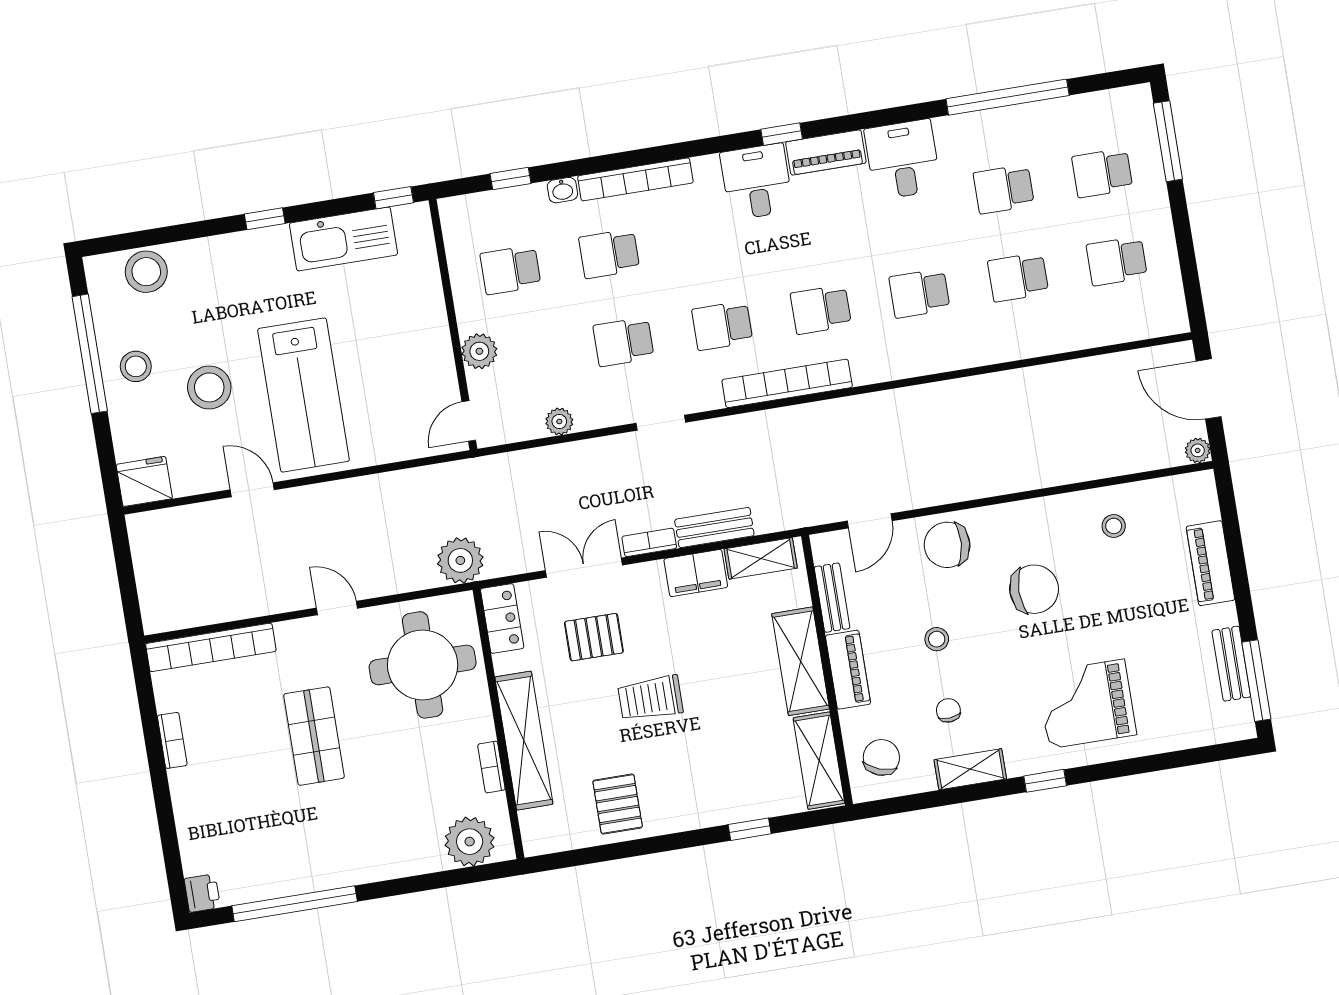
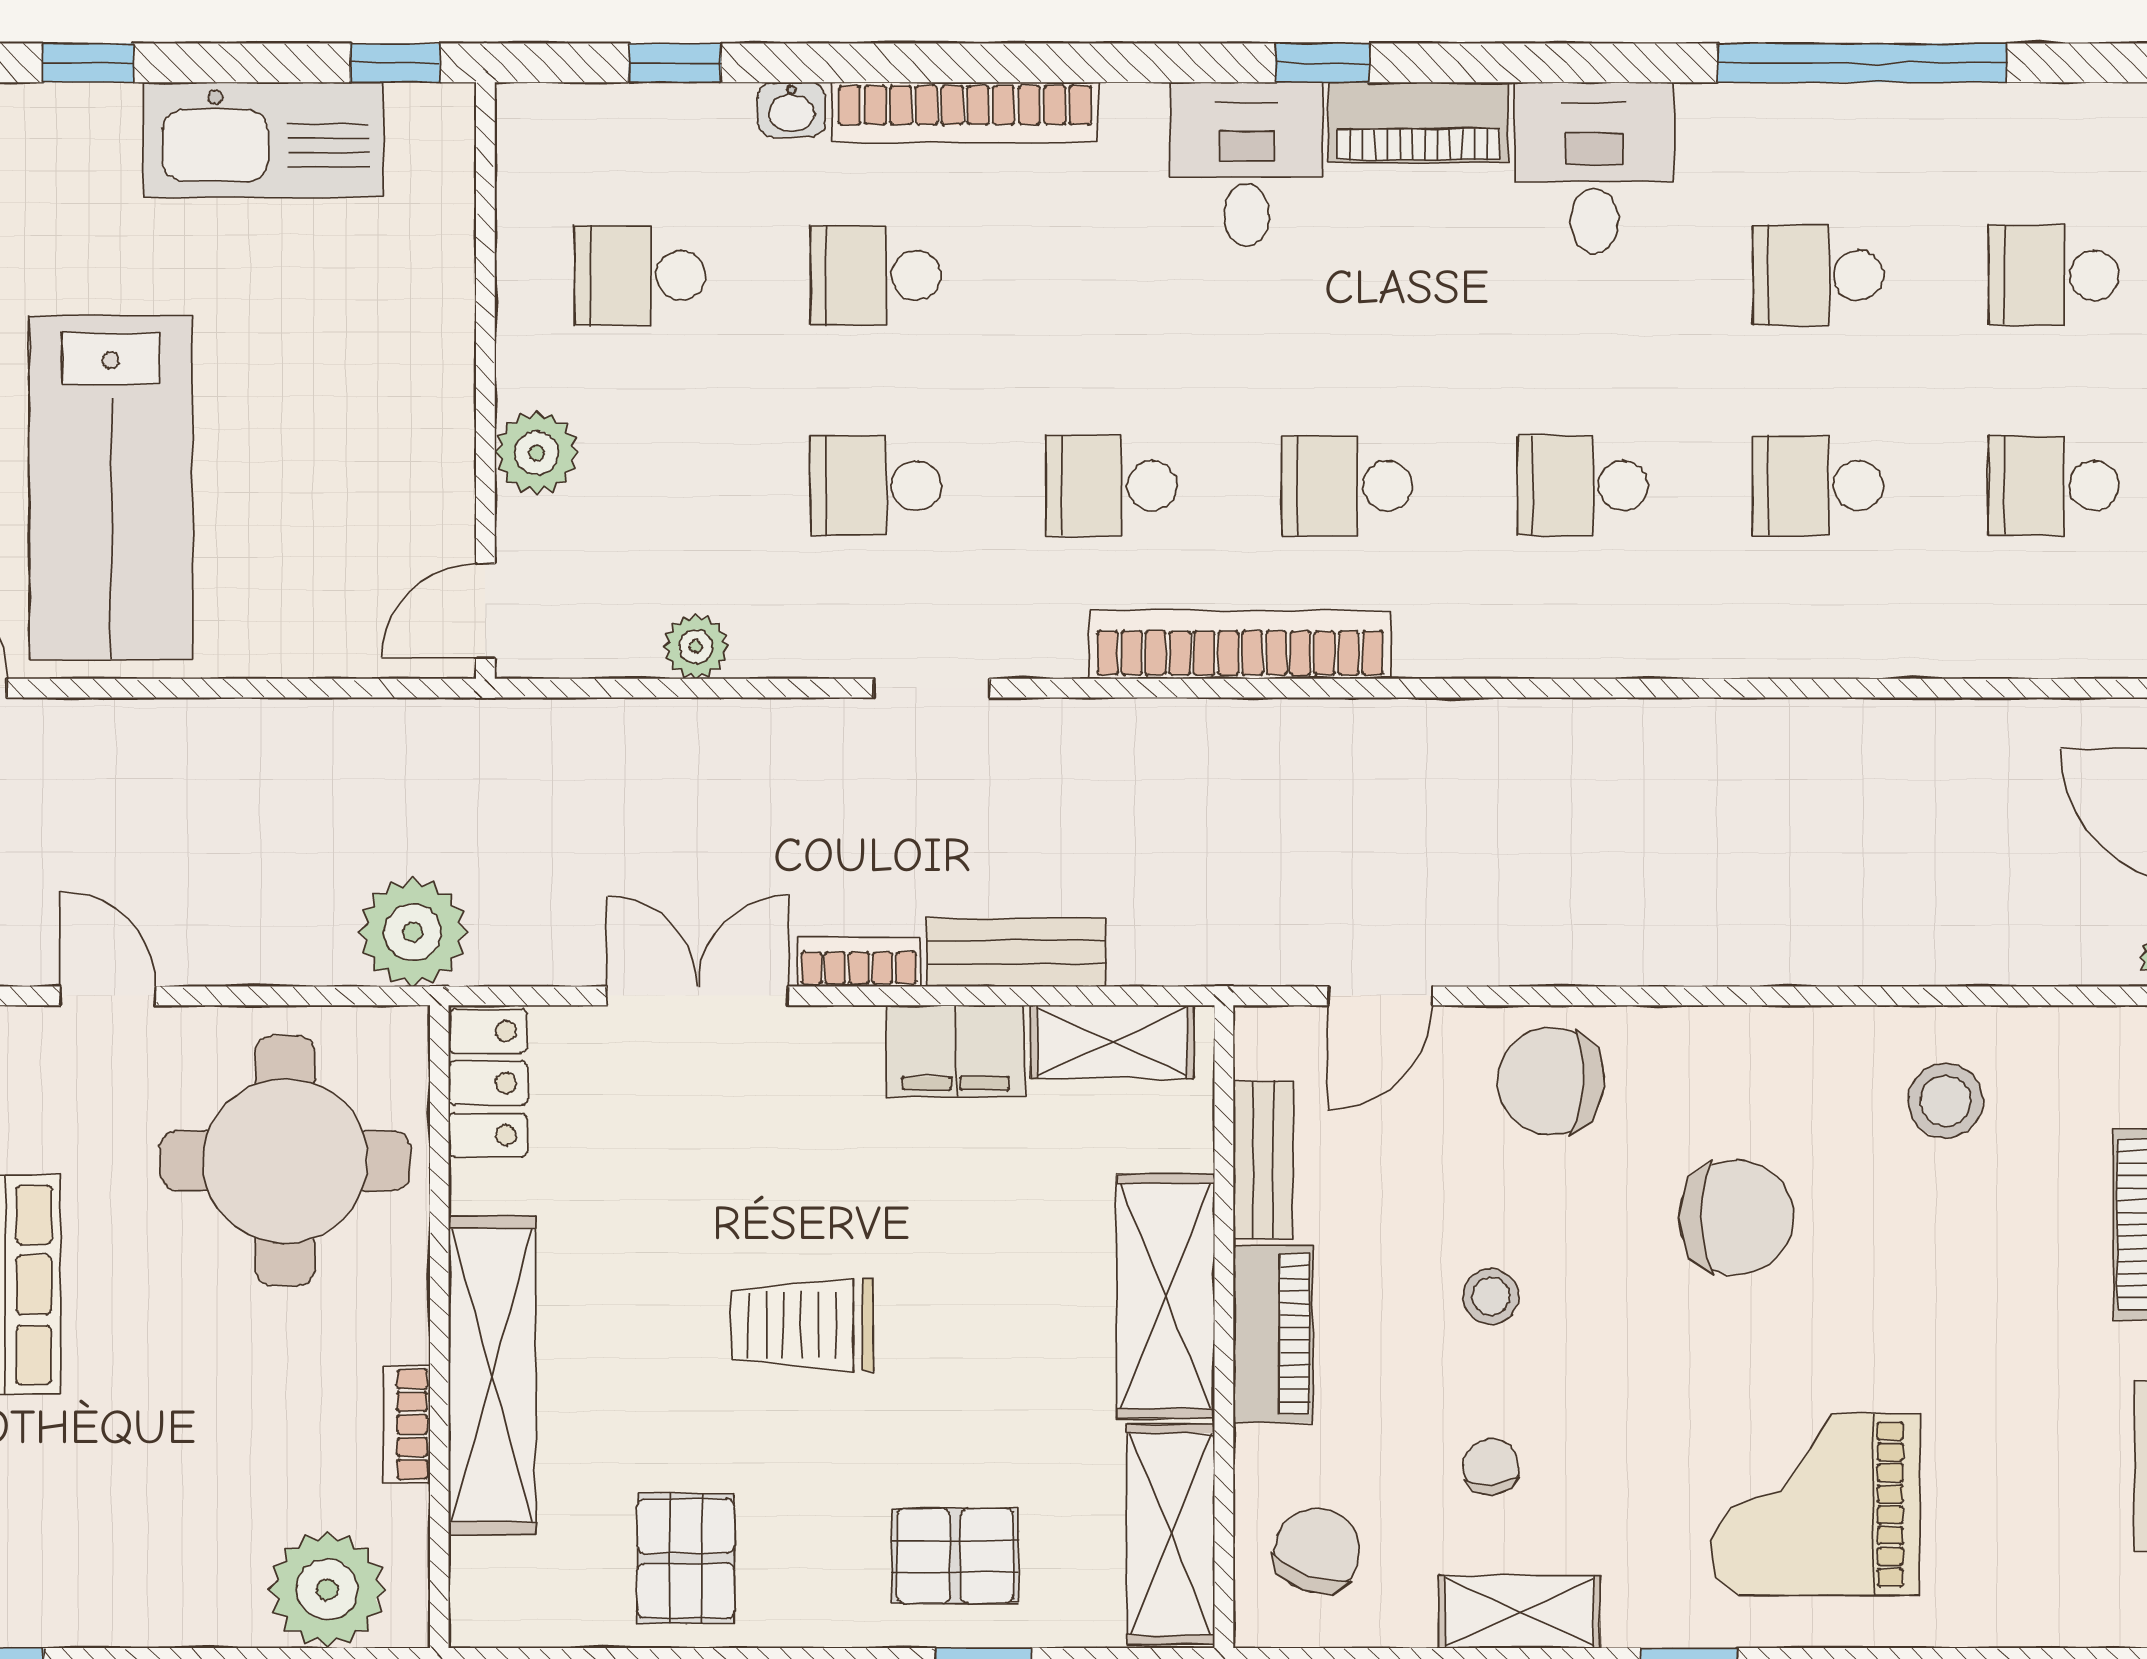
stool: (1114, 526) -> (1946, 1101), width x1.37, depth x1.37
pallet: (594, 637) -> (955, 1556), moved

